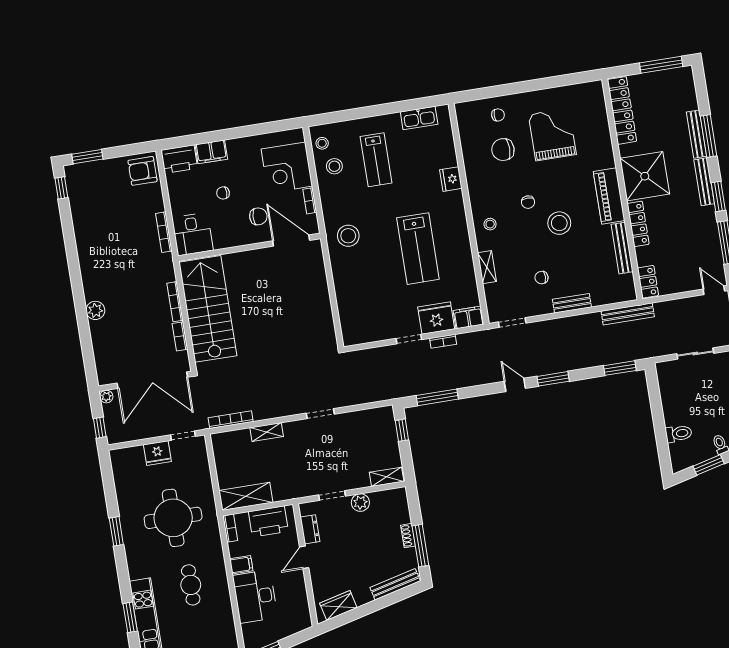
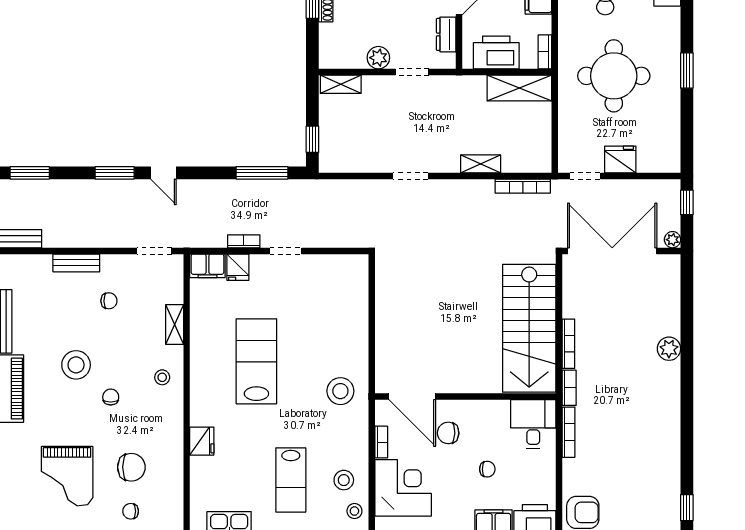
lab bench: (376, 160) -> (291, 480), turned 180
fridge: (436, 318) -> (238, 267), width x0.53, depth x0.75
bookcase: (180, 336) -> (569, 388), moved

